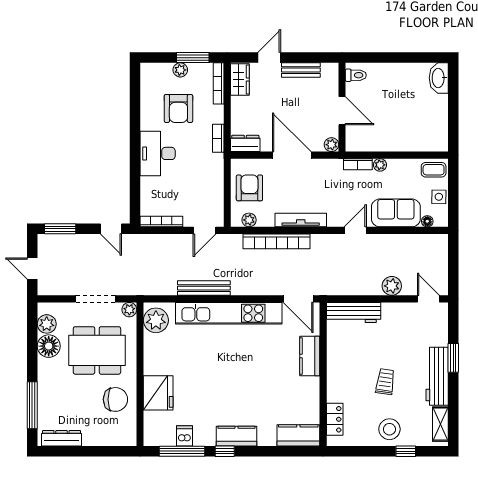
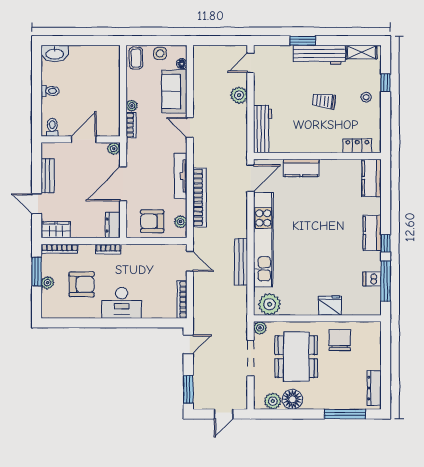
toilet: (397, 73) -> (50, 91), added
fridge: (158, 393) -> (330, 306), width x0.73, depth x0.75
stool: (389, 429) -> (366, 97), width x0.53, depth x0.53

